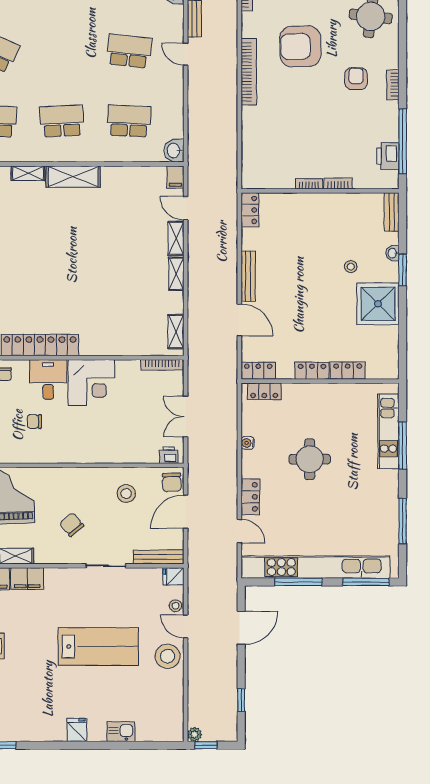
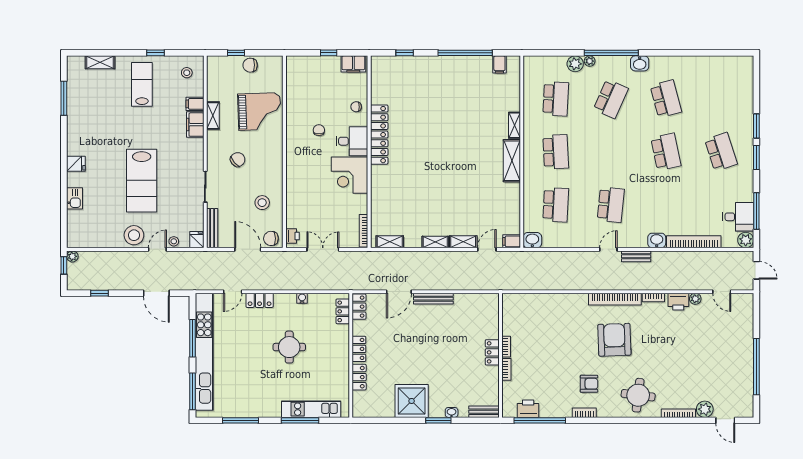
bookcase: (249, 72) -> (615, 299), moved
locker: (250, 210) -> (492, 352), moved, turned 90
stool: (351, 267) -> (441, 379), removed

